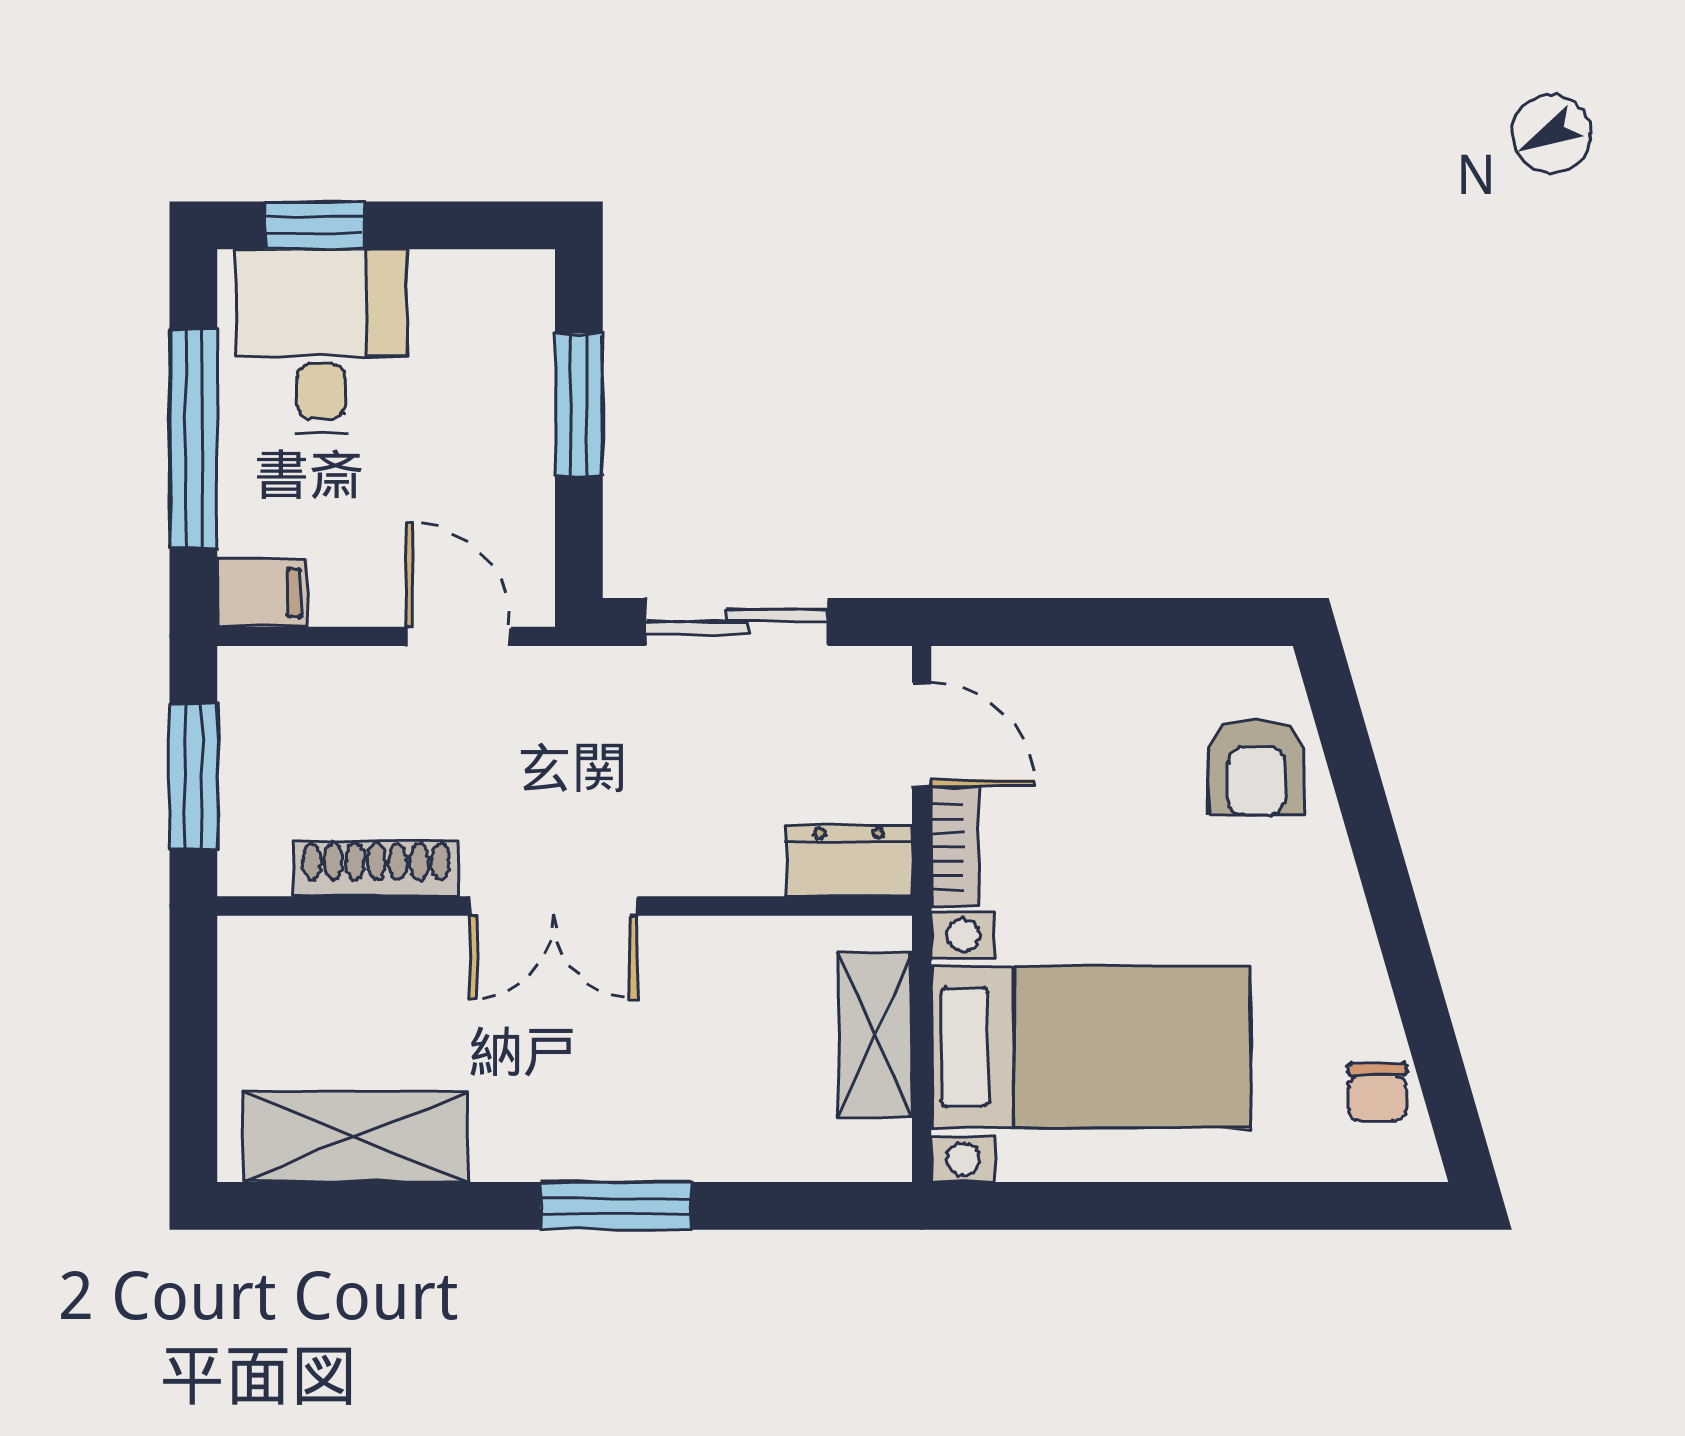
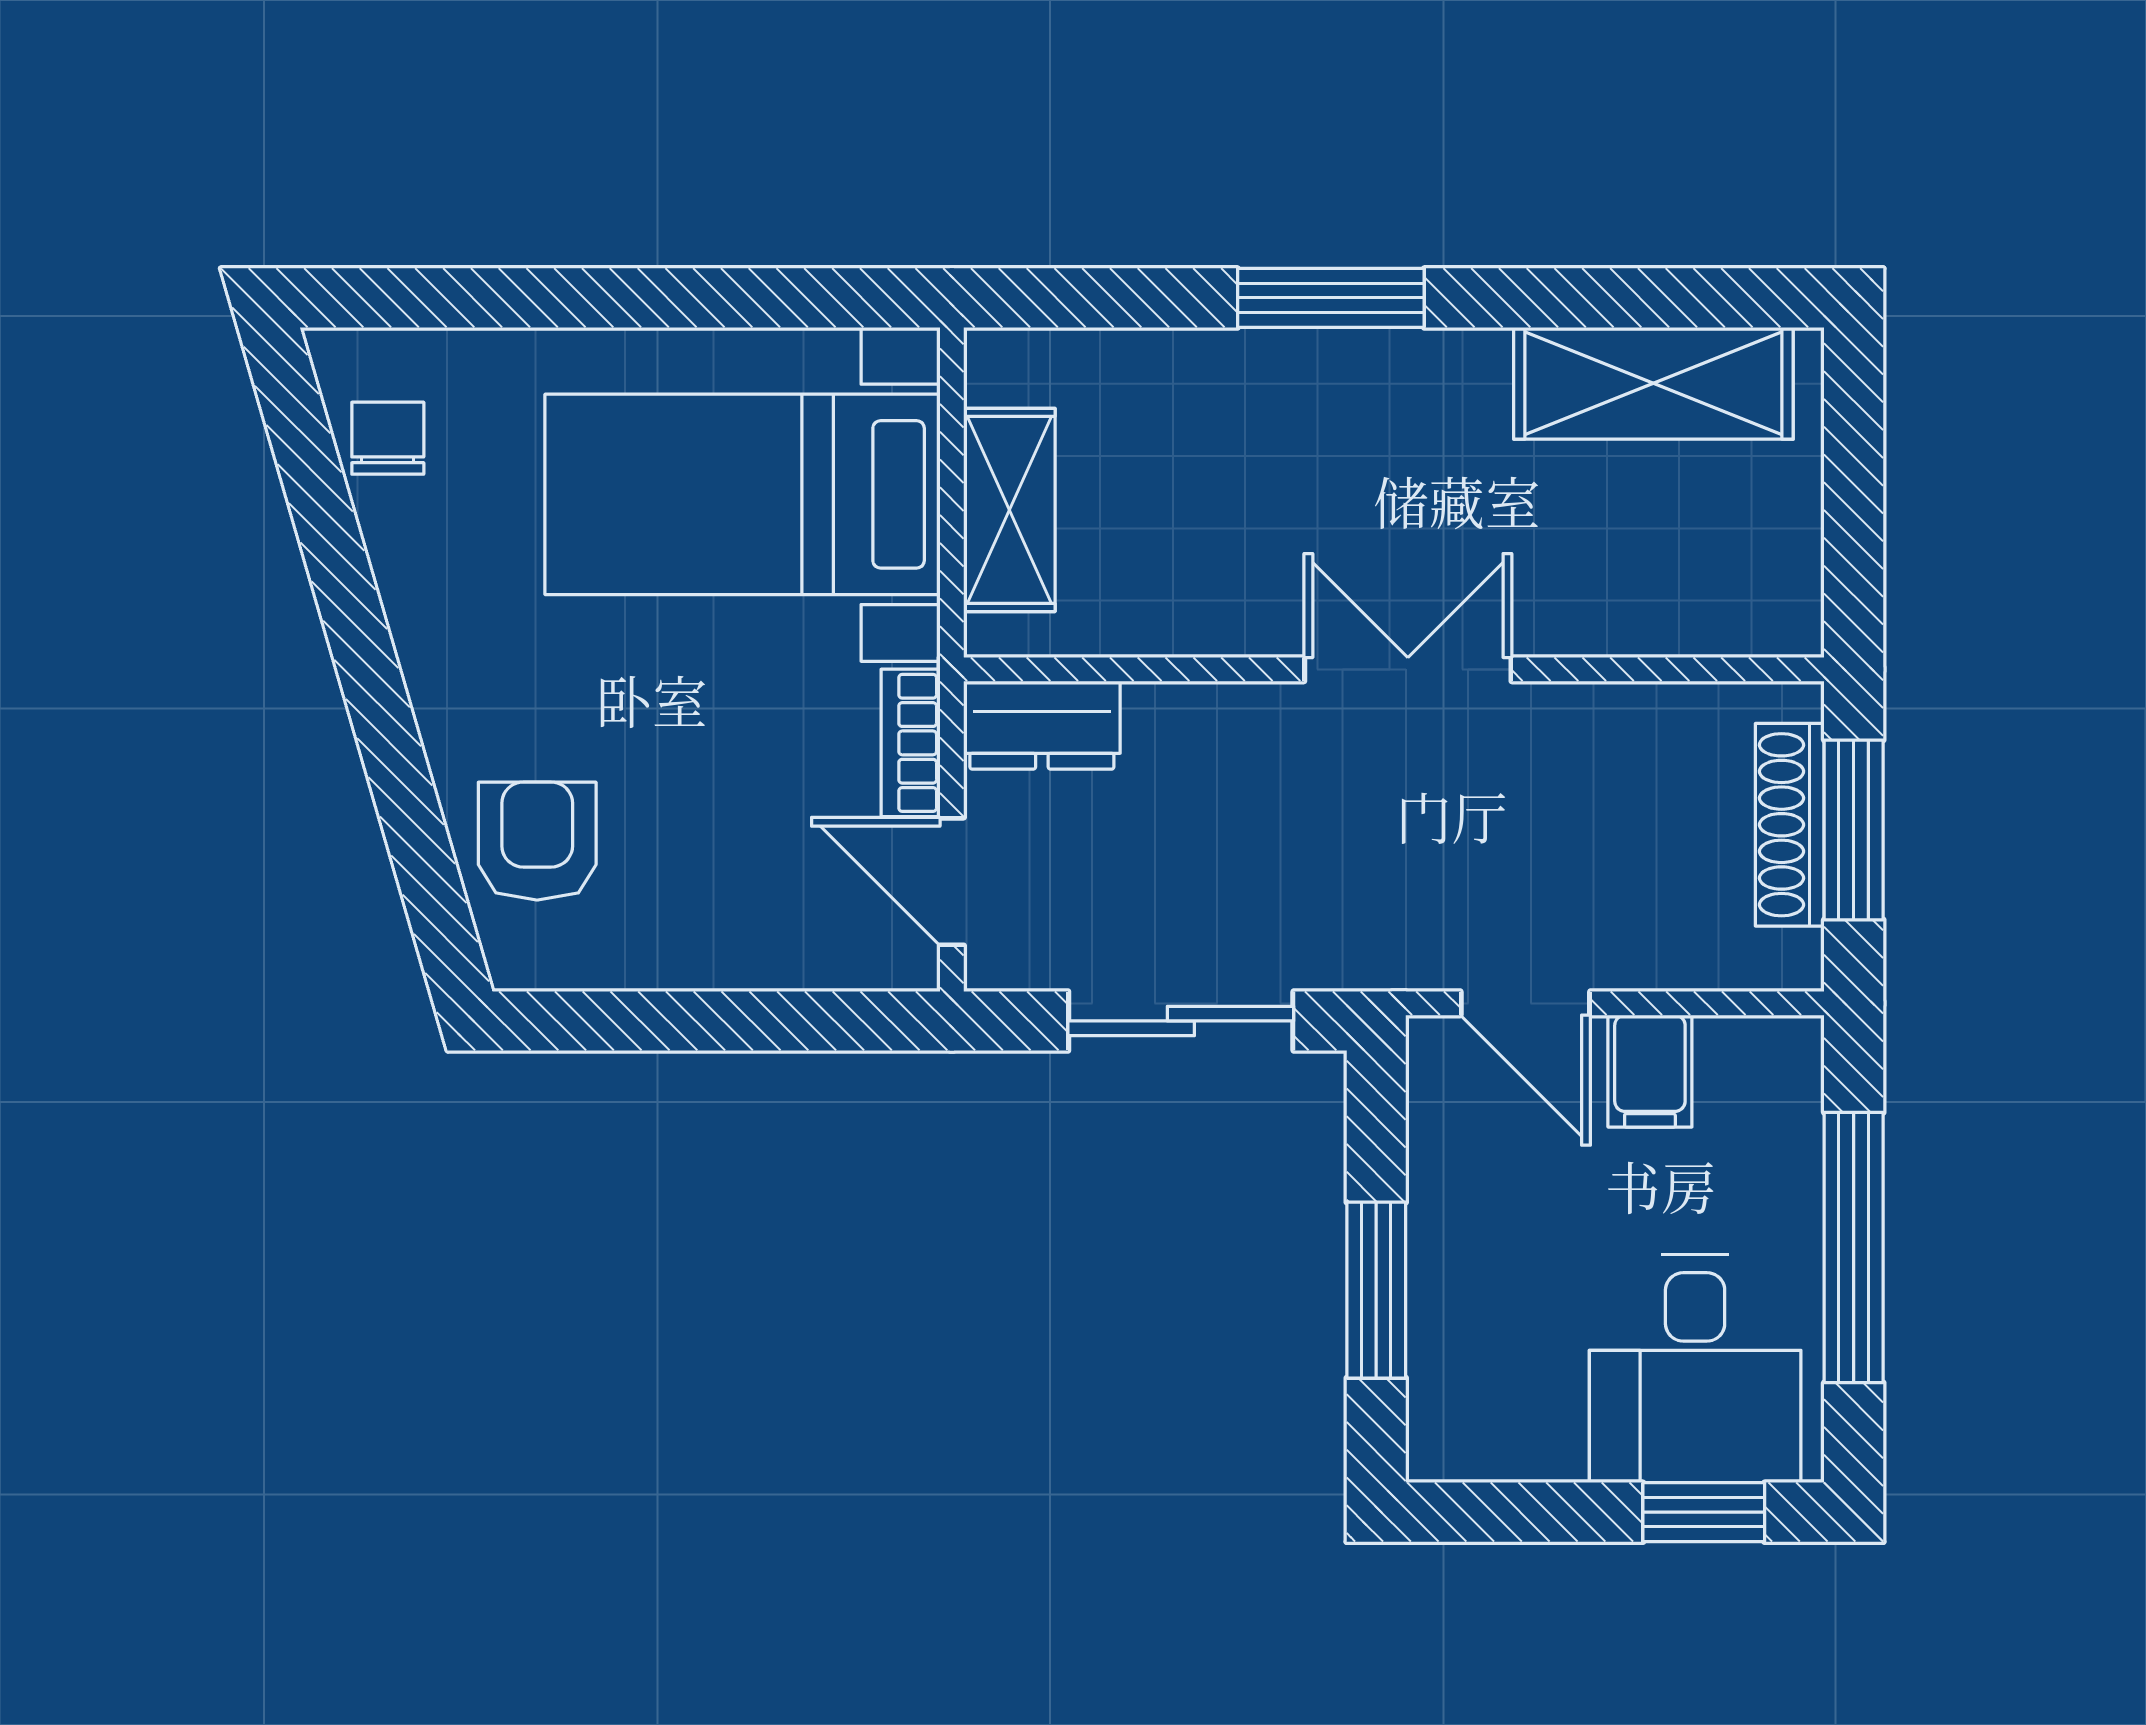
filing cabinet: (262, 593) -> (1650, 1071), moved, turned -90
shoe rack: (376, 869) -> (1790, 825), moved, turned 90

